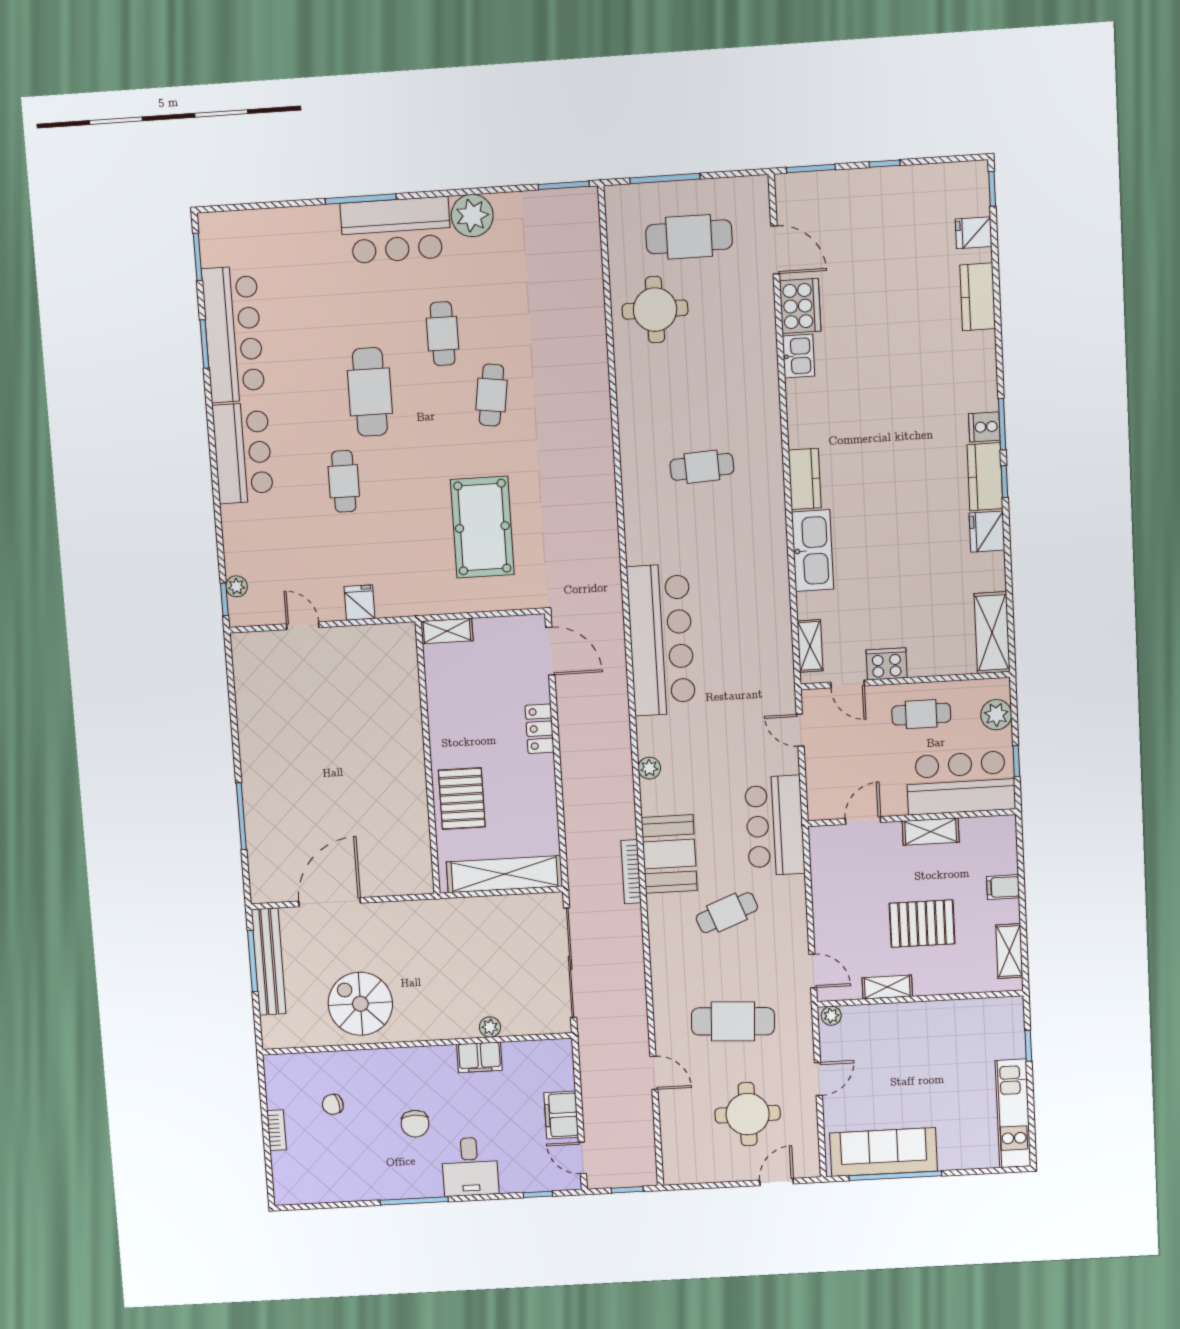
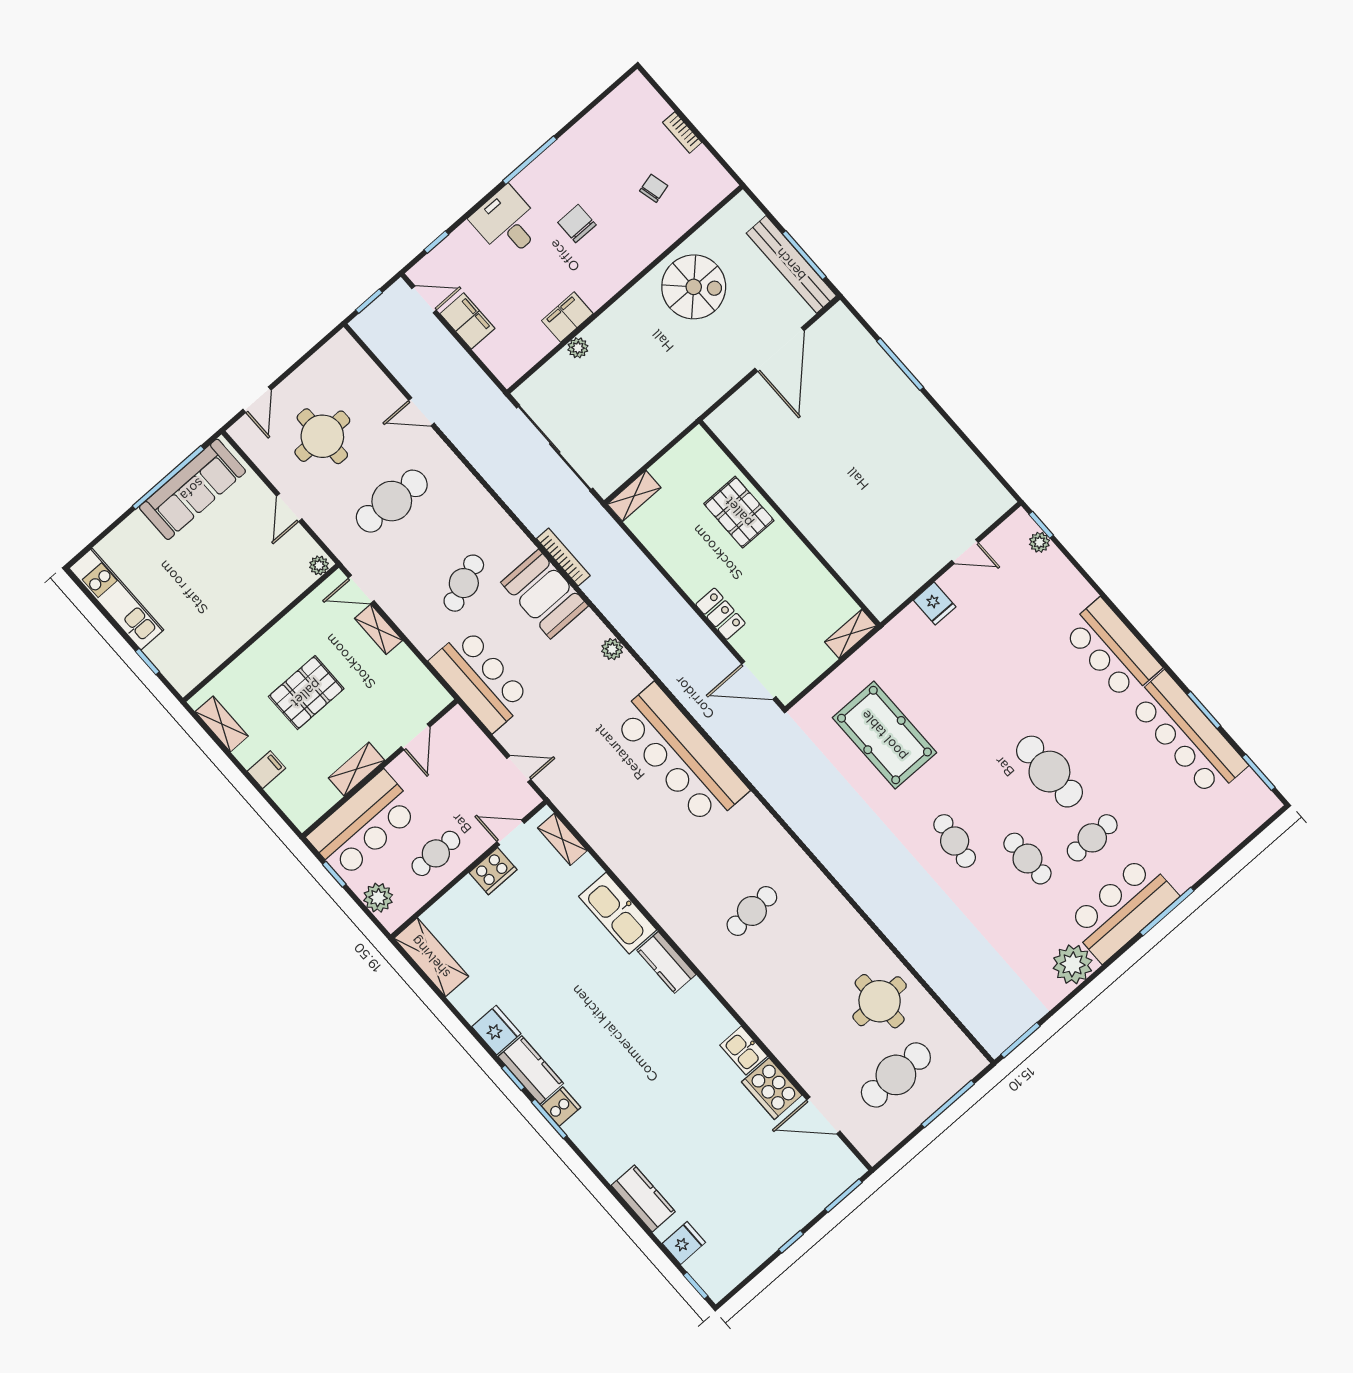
cafe table: (344, 481) -> (1092, 838), moved, turned 90
shelving: (504, 874) -> (634, 496), width x0.45, depth x0.75
shelving: (887, 987) -> (378, 629), moved, turned 90

